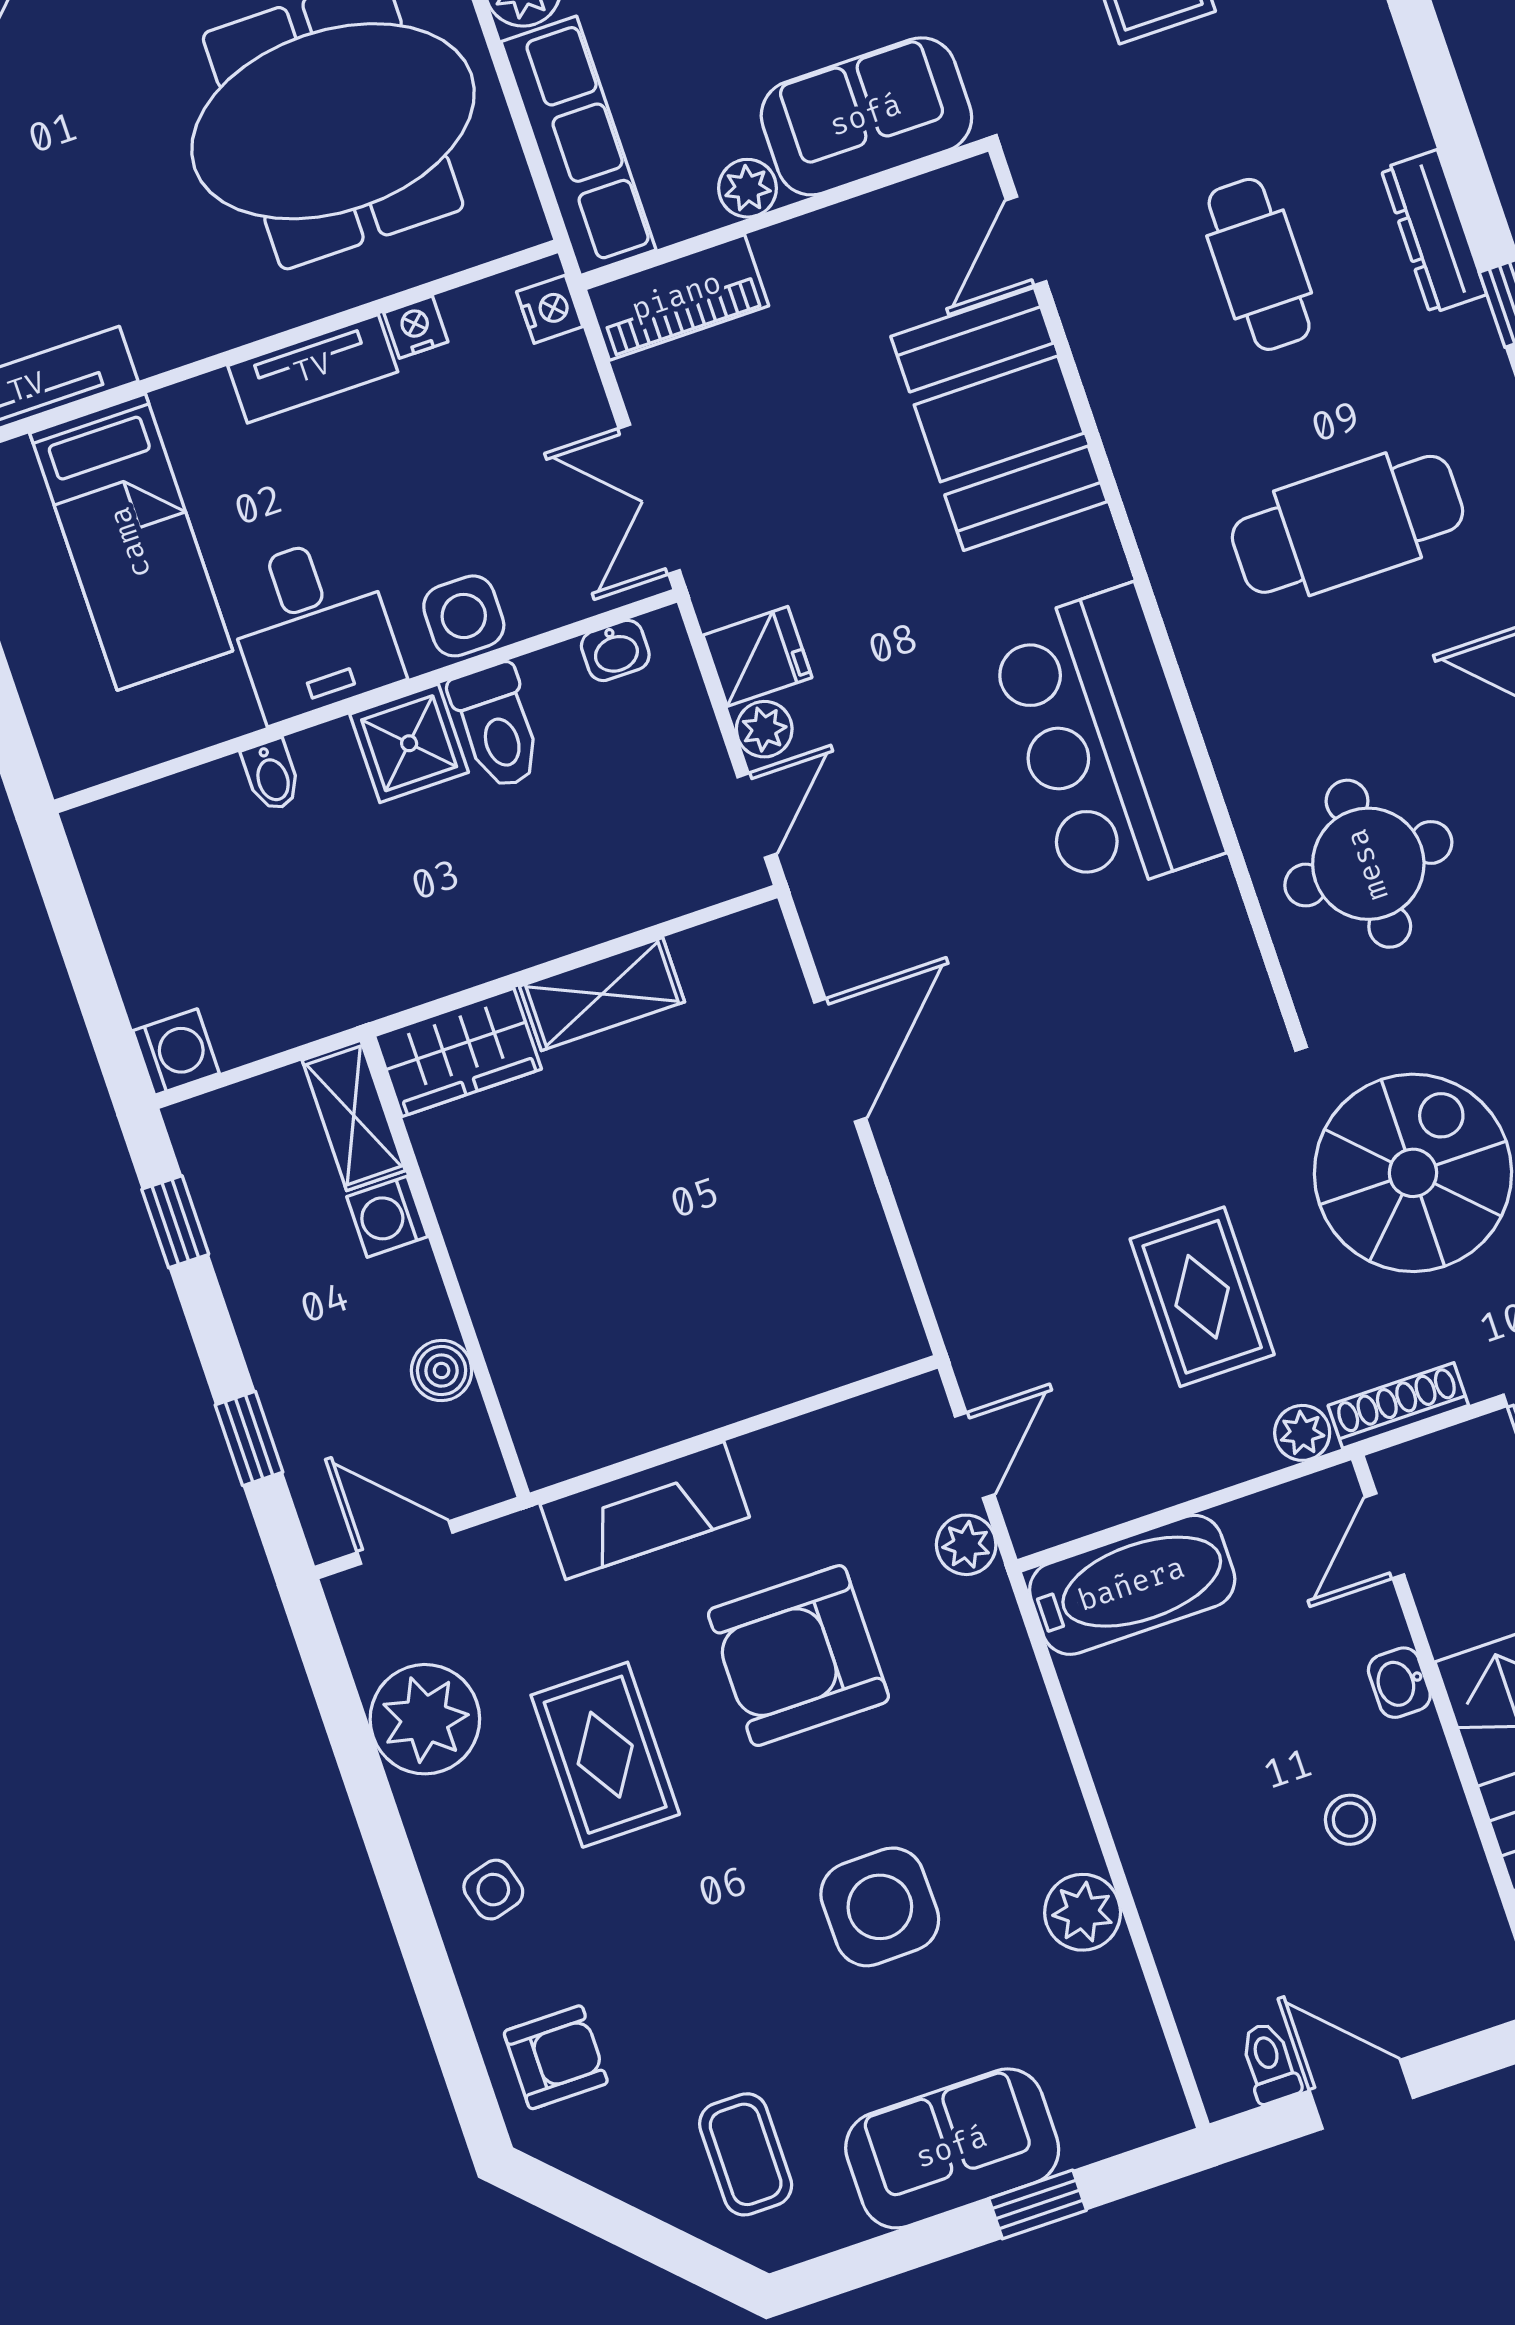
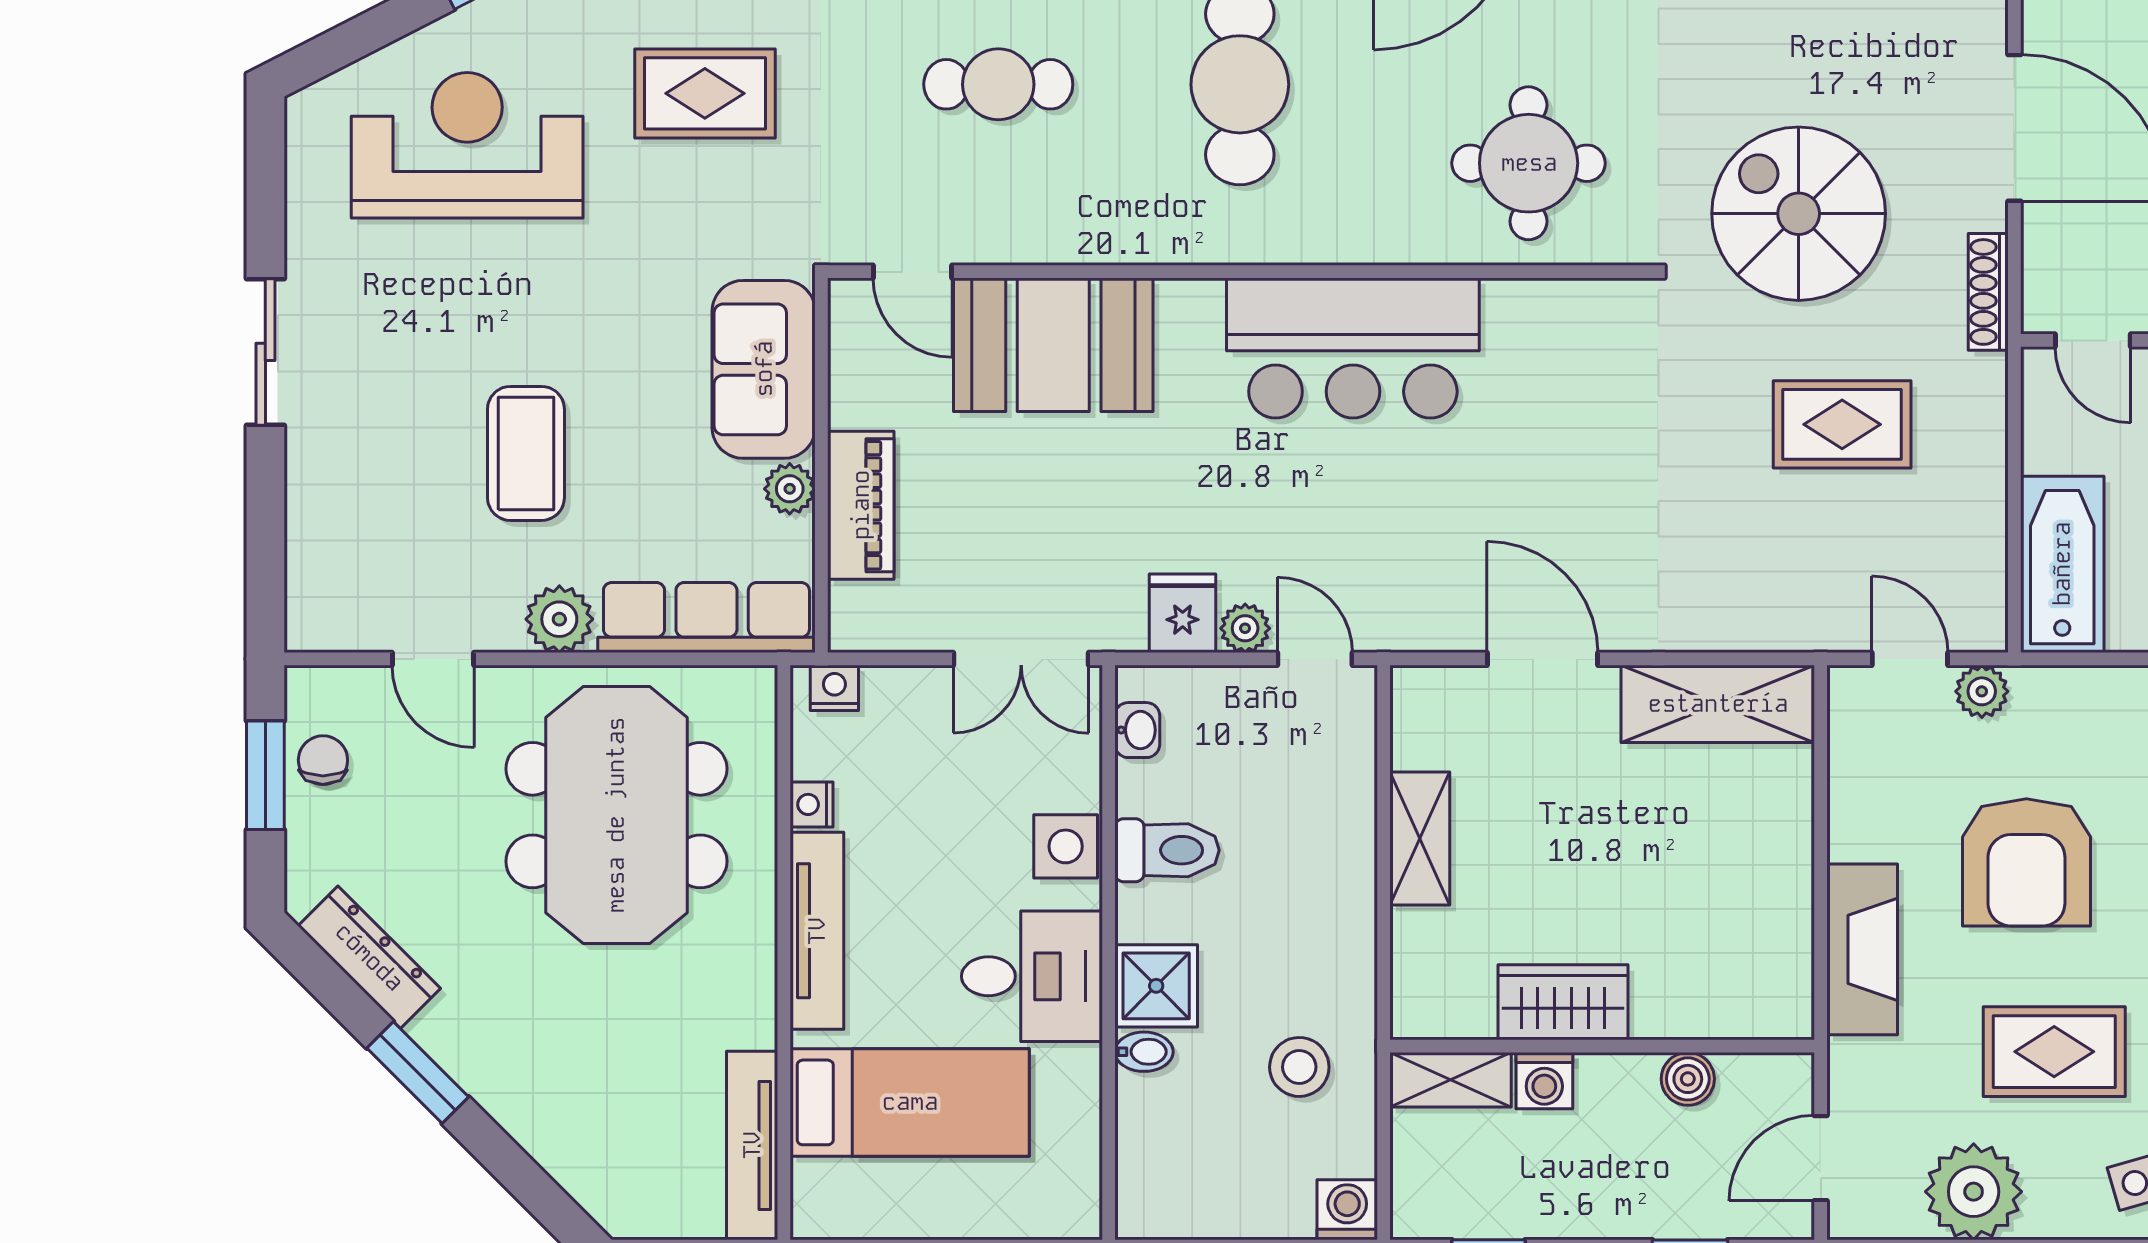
piano: (677, 297) -> (861, 505), moved
tv unit: (313, 369) -> (817, 931), width x1.41
shower: (409, 743) -> (1156, 986), moved
stool: (312, 948) -> (1299, 1067), added
wardrobe: (458, 1052) -> (1563, 1002), moved, turned -90
shelving: (856, 1265) -> (1718, 704), added
plant: (1302, 1433) -> (1984, 380), removed

